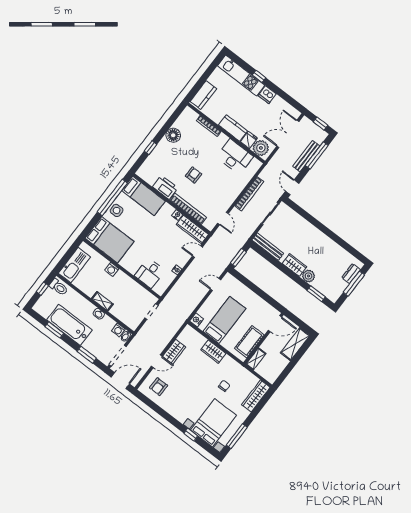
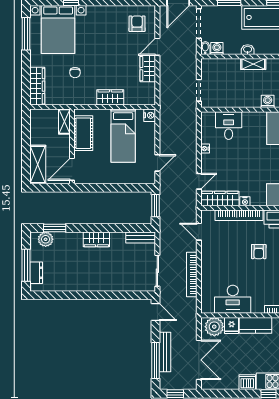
bench: (268, 247) -> (141, 237), width x0.73
plant: (309, 276) -> (46, 239), moved

